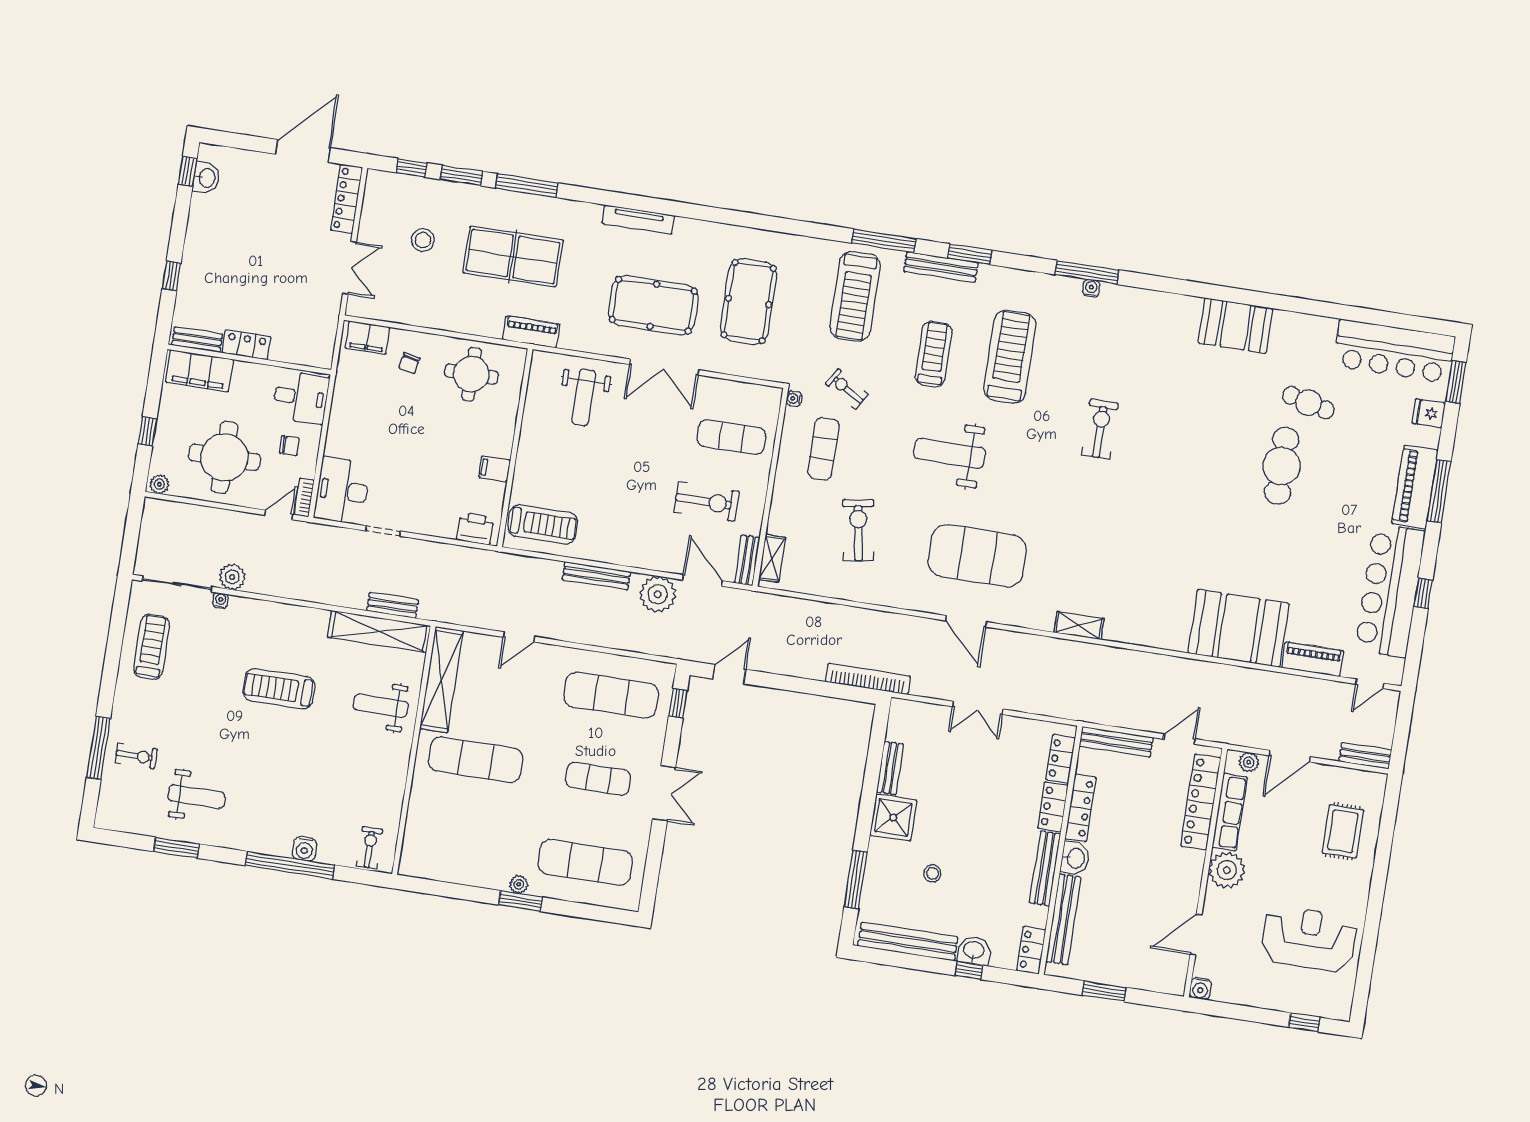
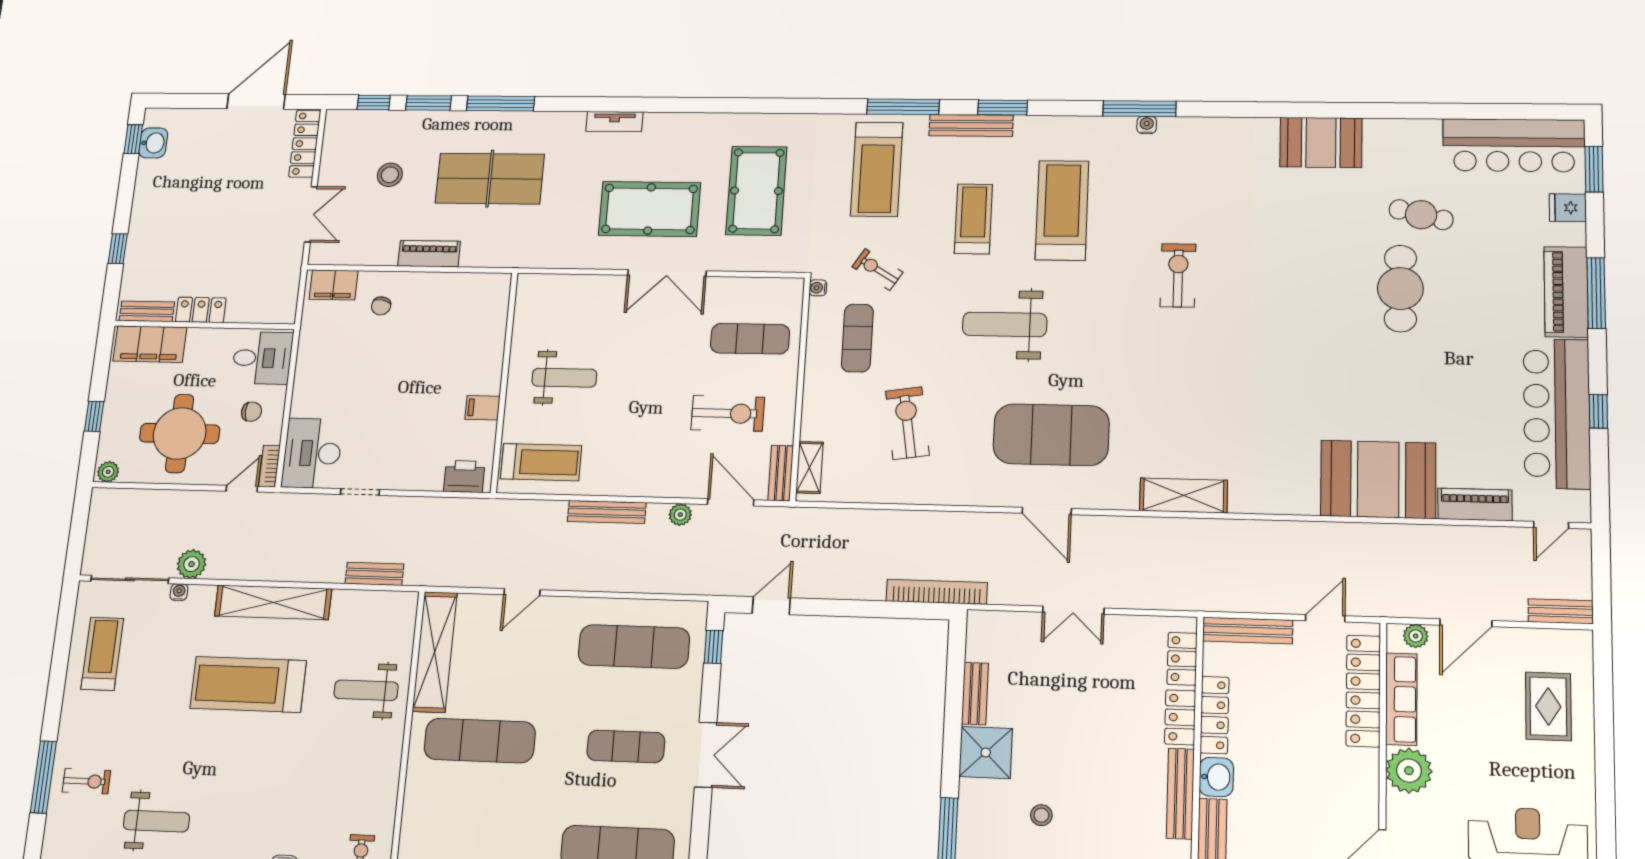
tv unit: (638, 220) -> (614, 122), width x0.71
piano: (531, 332) -> (429, 254), moved
round table: (471, 374) -> (451, 309), removed
weight bench: (584, 397) -> (564, 378), moved, turned -90
plant: (658, 594) -> (680, 515), width x0.53, depth x0.53
shelving: (1079, 626) -> (1184, 495), width x1.50, depth x1.33
shelving: (379, 631) -> (273, 602), moved
treadmill: (279, 689) -> (248, 684), width x1.37, depth x1.38

